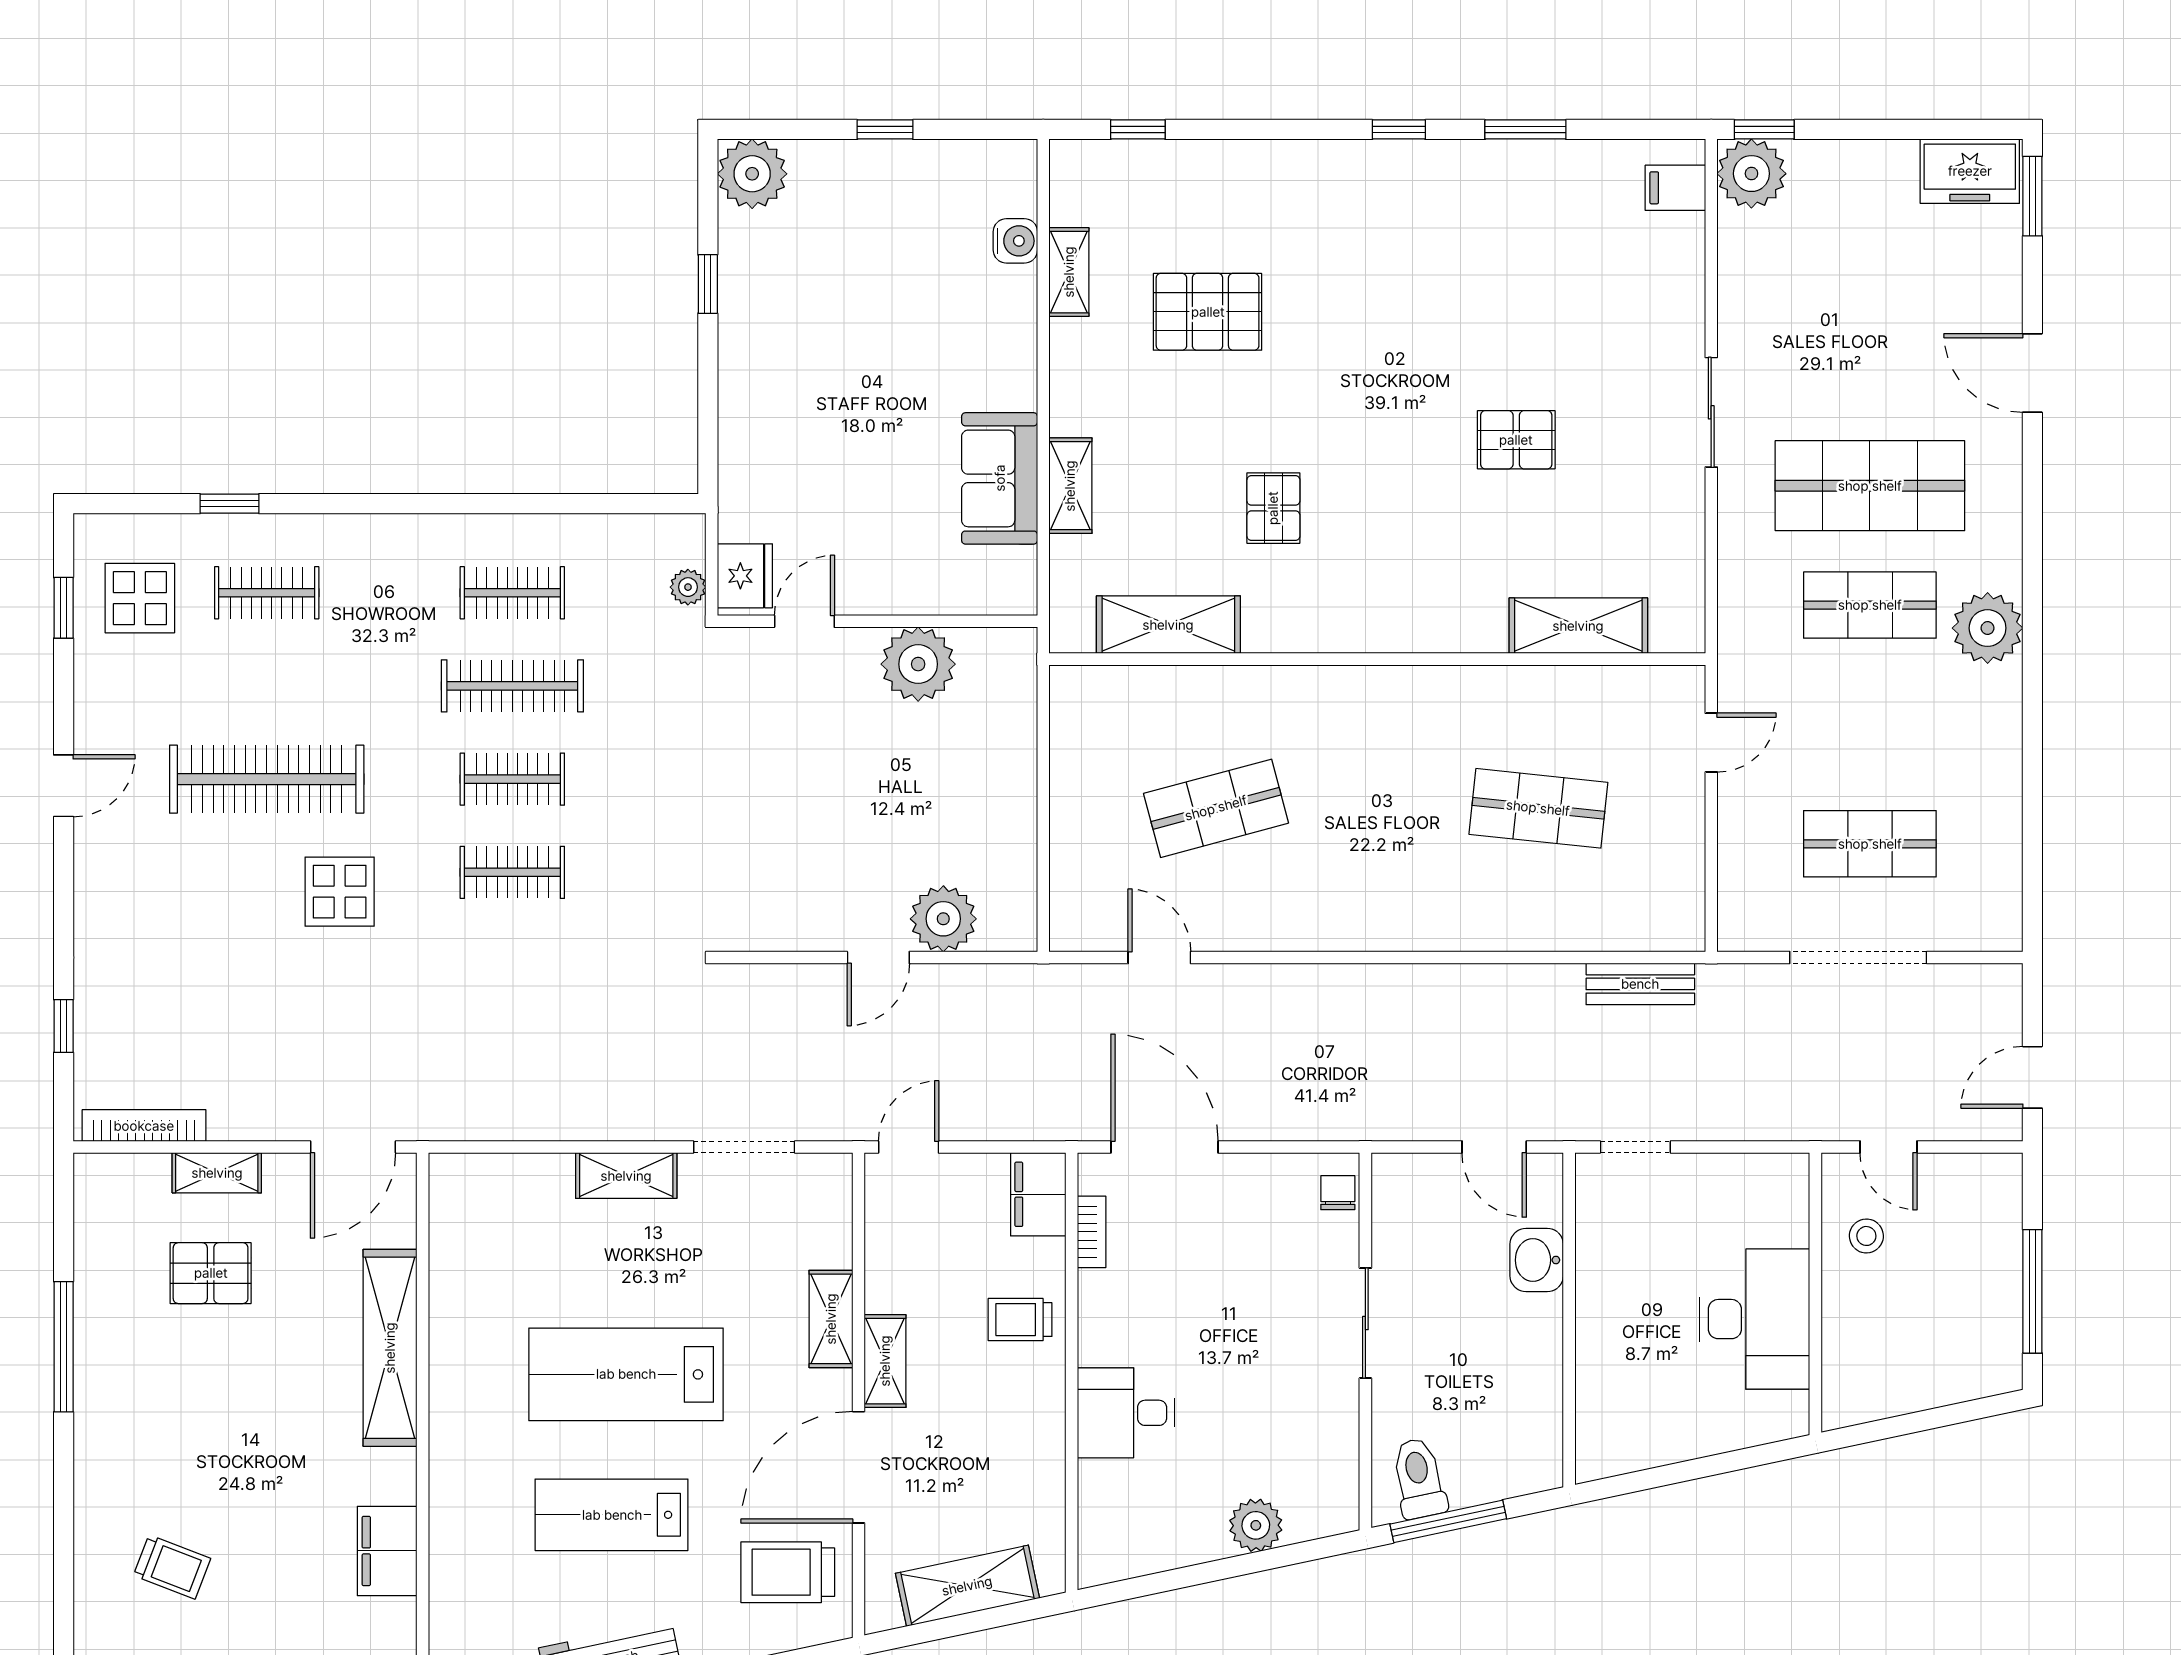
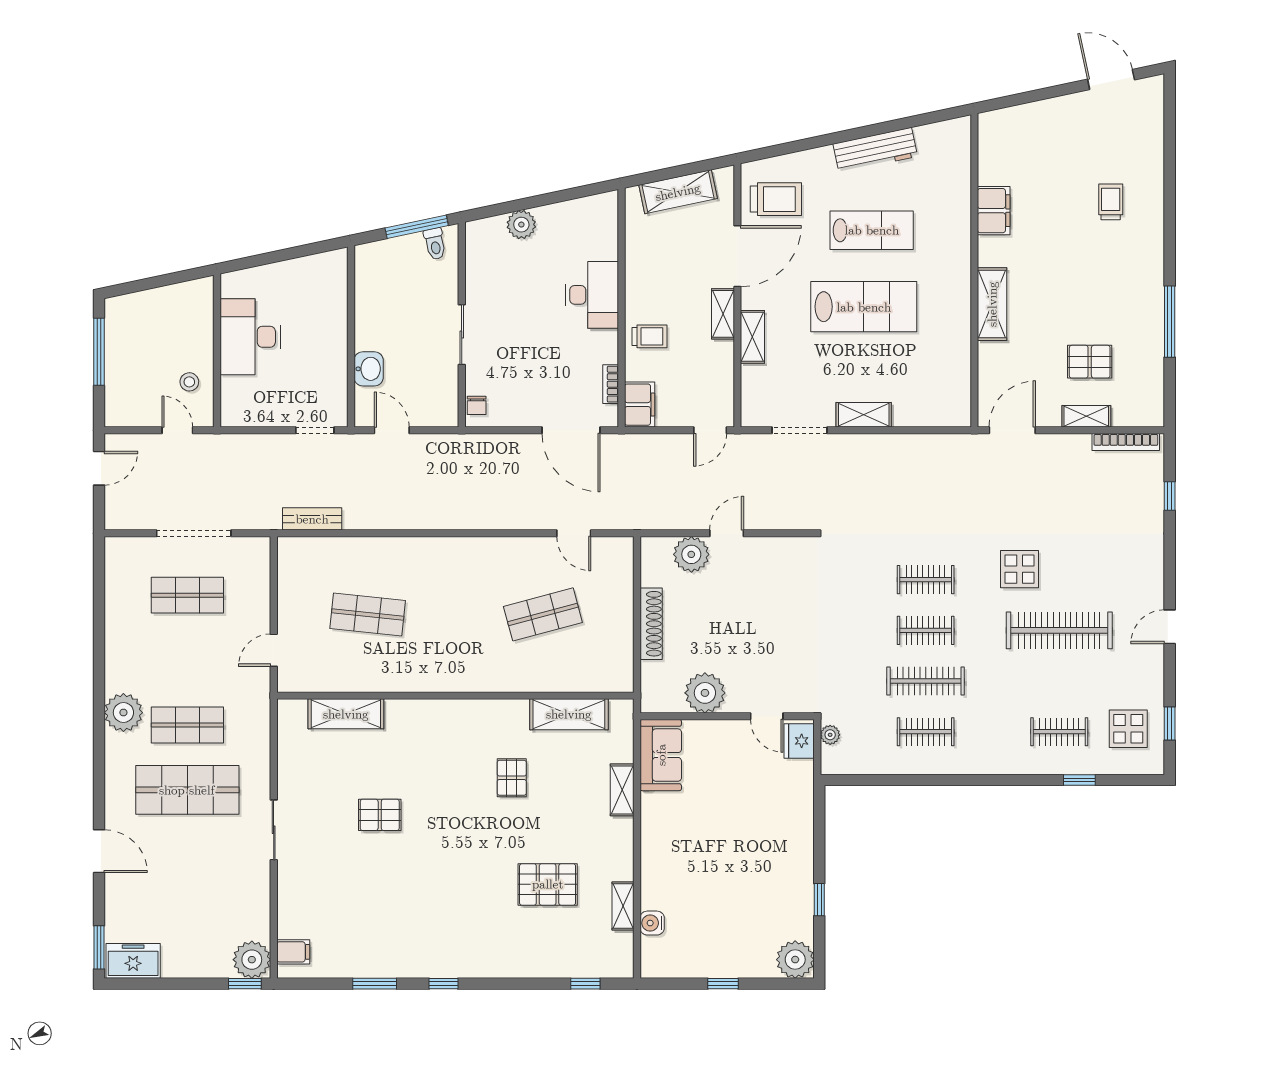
sofa: (1000, 478) -> (661, 755), moved
door: (804, 621) -> (767, 716), hinge flipped
shoe rack: (1017, 791) -> (651, 624), added
shelving: (390, 1348) -> (992, 304), width x0.68
desk: (1126, 1413) -> (592, 295), width x1.37
toilet: (1419, 1478) -> (435, 244), width x0.73, depth x0.72
trolley: (172, 1567) -> (1111, 202), turned 69

